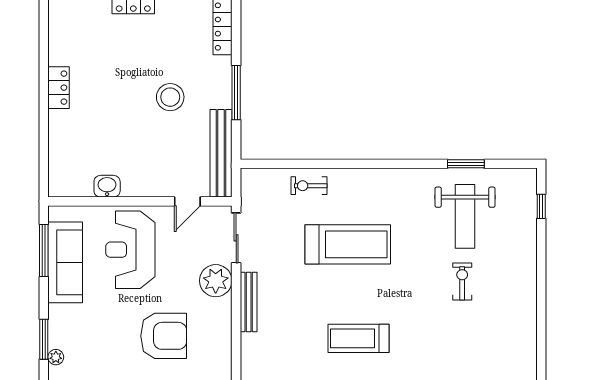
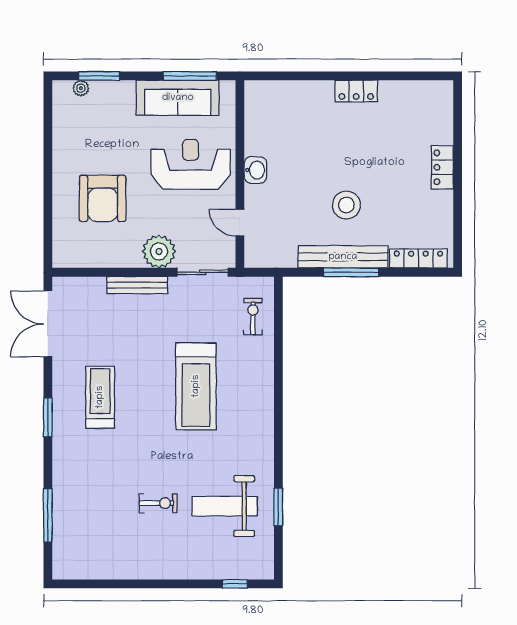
bench: (221, 153) -> (343, 257), moved
washbasin: (107, 186) -> (255, 170), moved
exercise bike: (309, 186) -> (253, 317), moved

